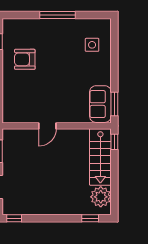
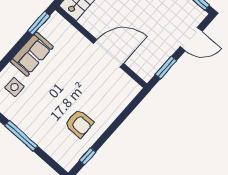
sofa: (100, 104) -> (32, 54), moved
door: (47, 126) -> (109, 53), width x1.87

